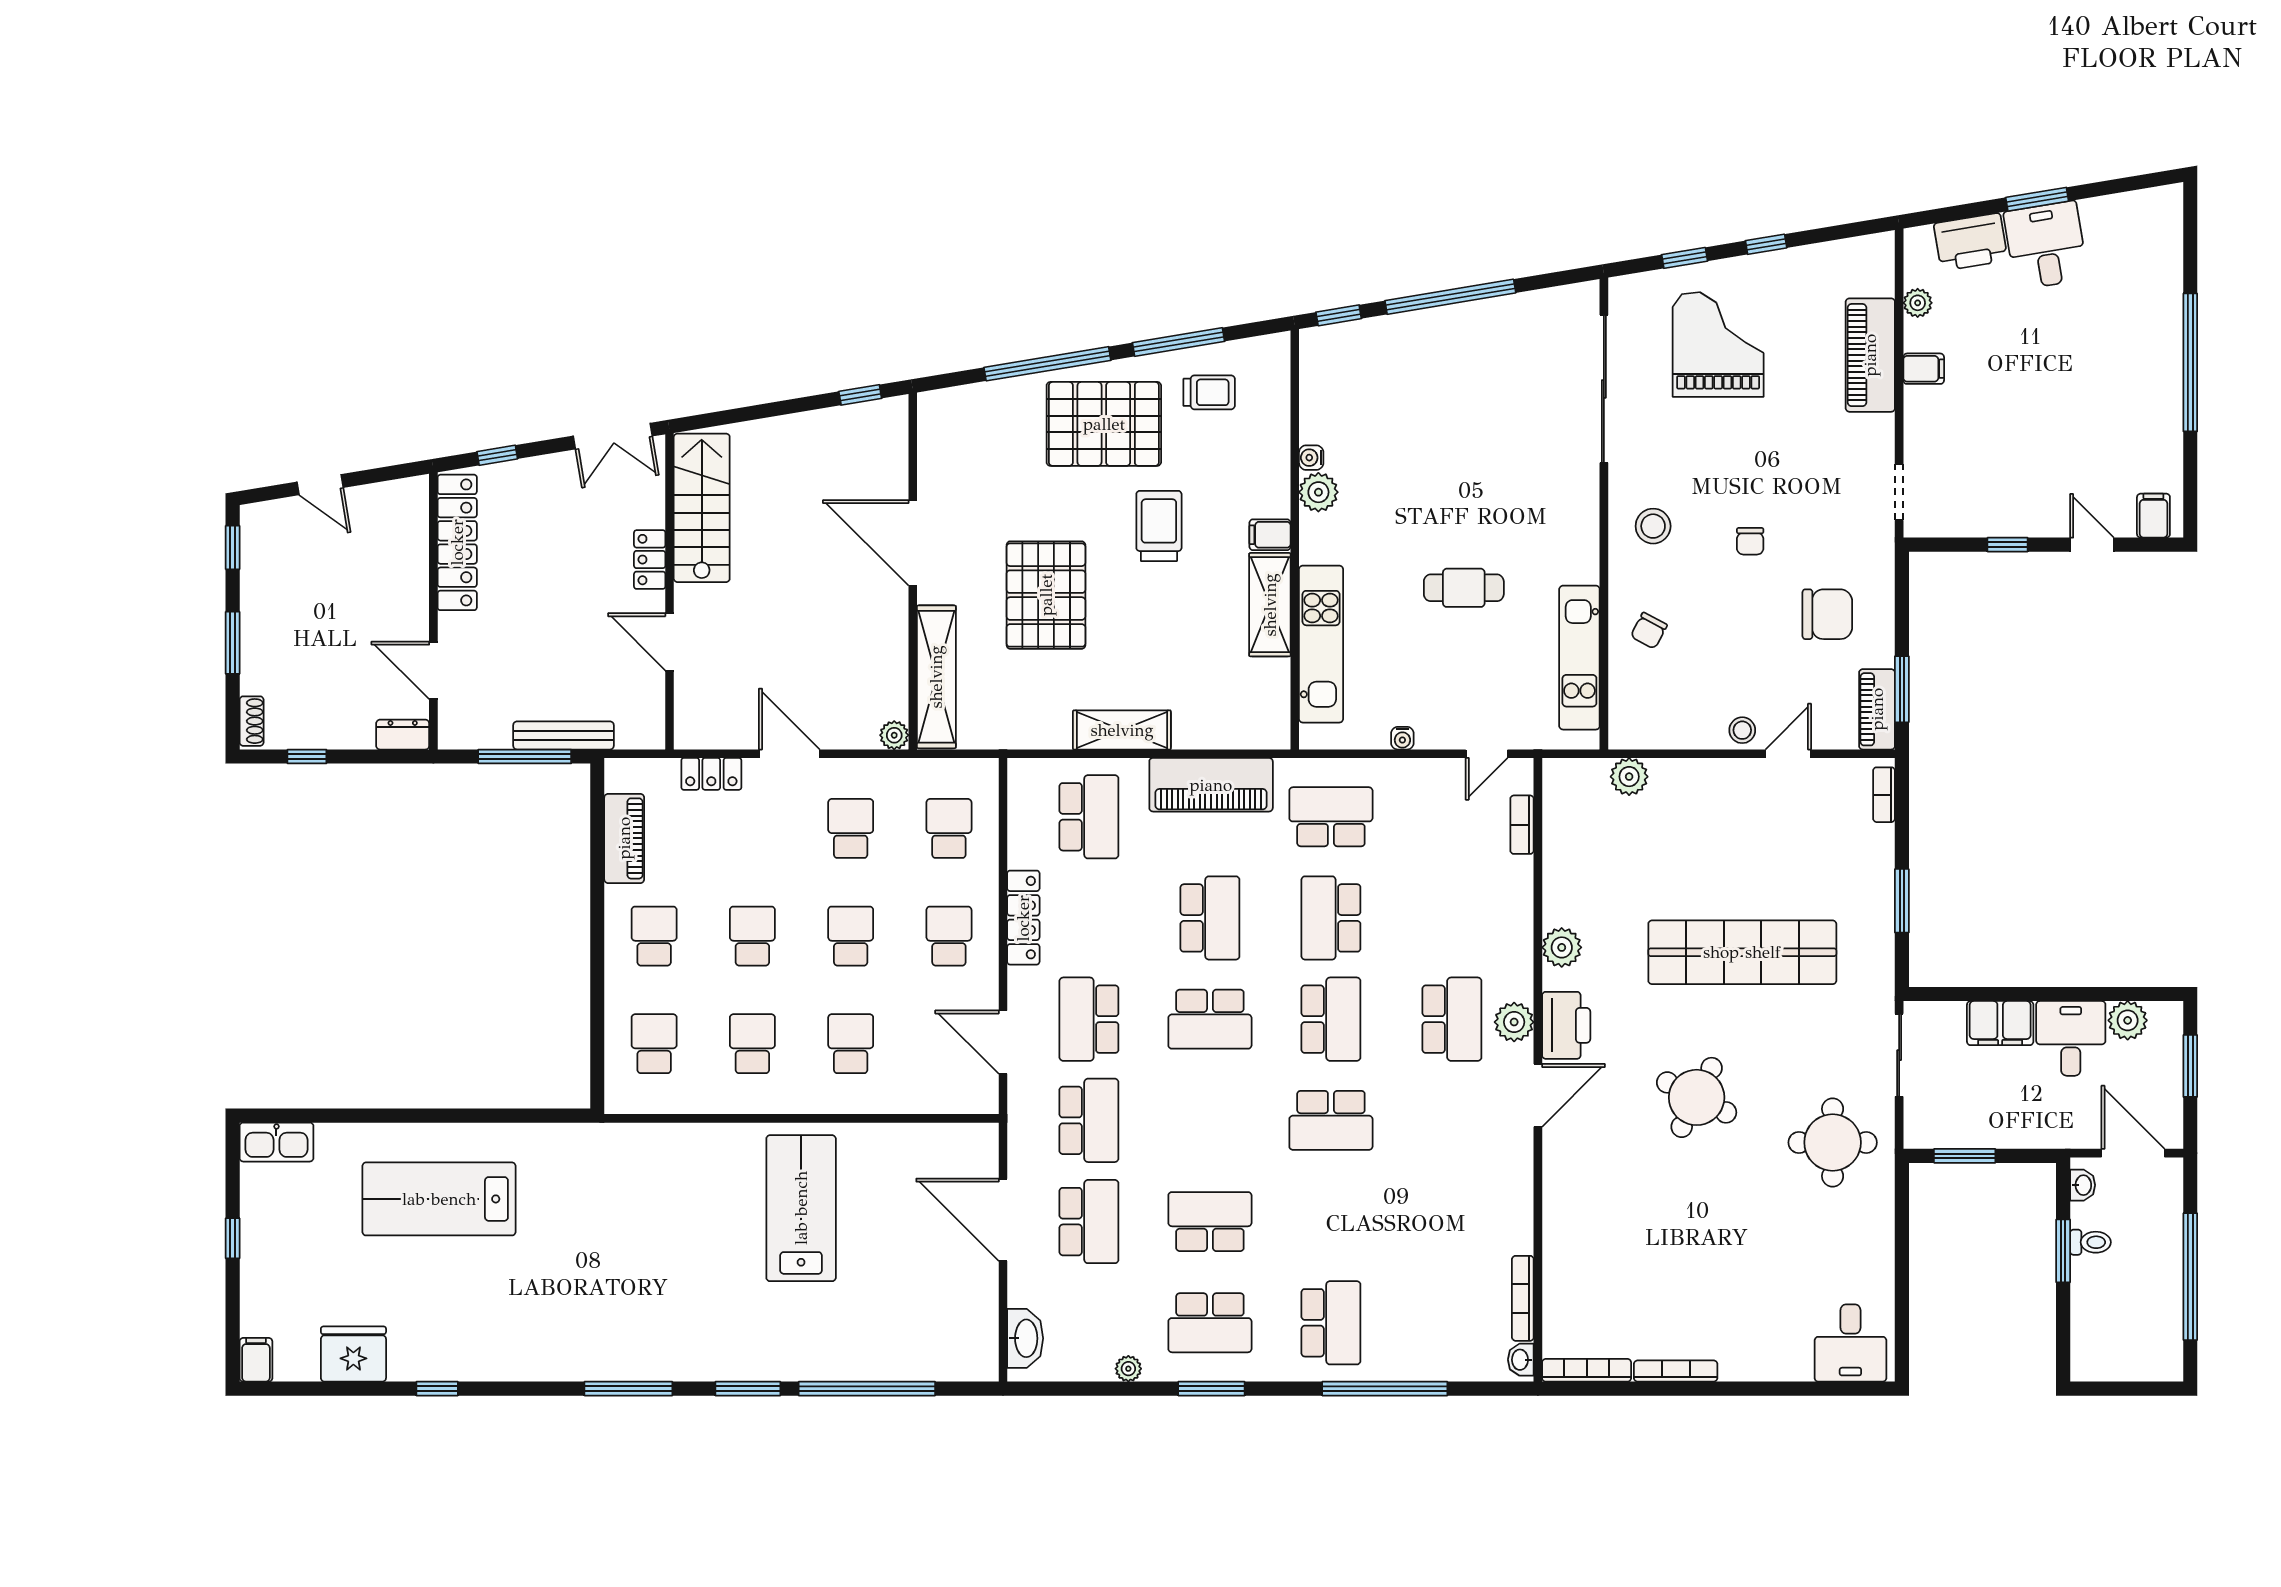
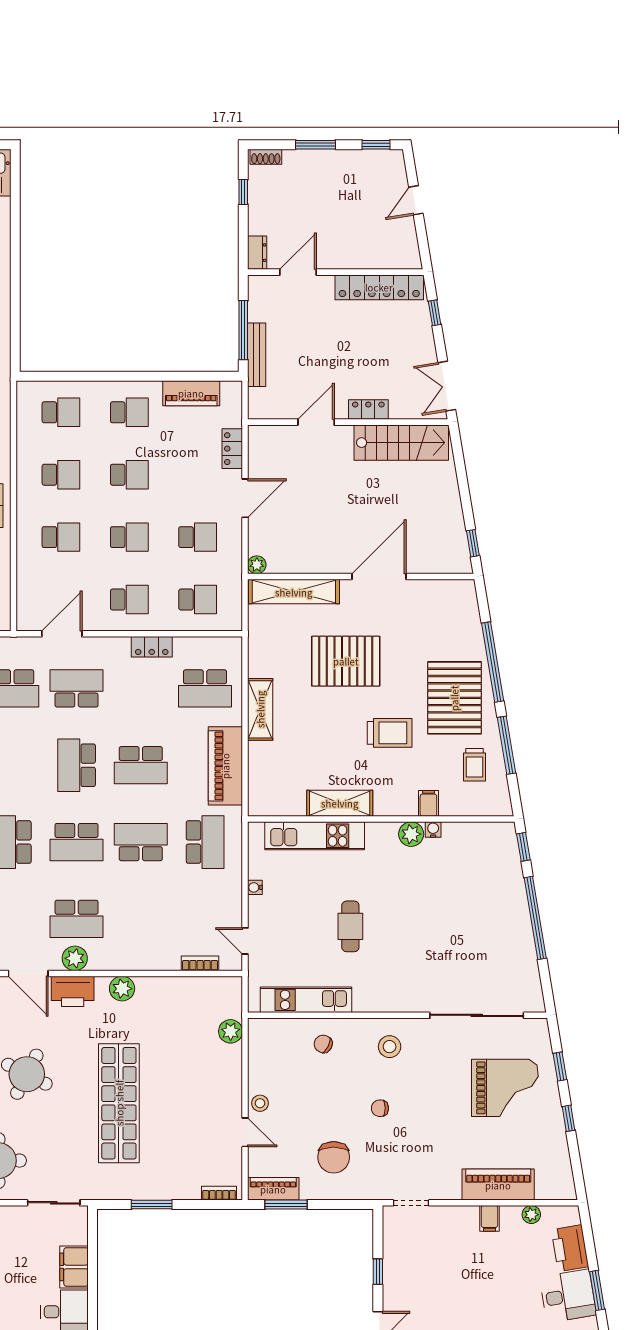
filing cabinet: (1270, 535) -> (428, 803), moved
locker: (1023, 918) -> (152, 647), width x0.66

